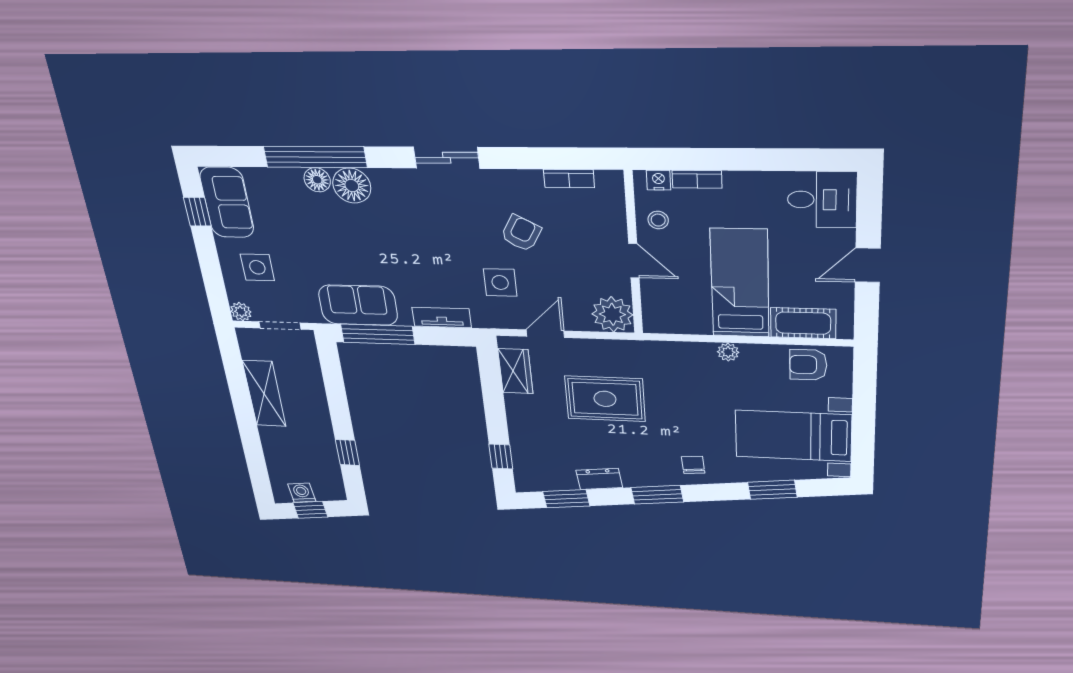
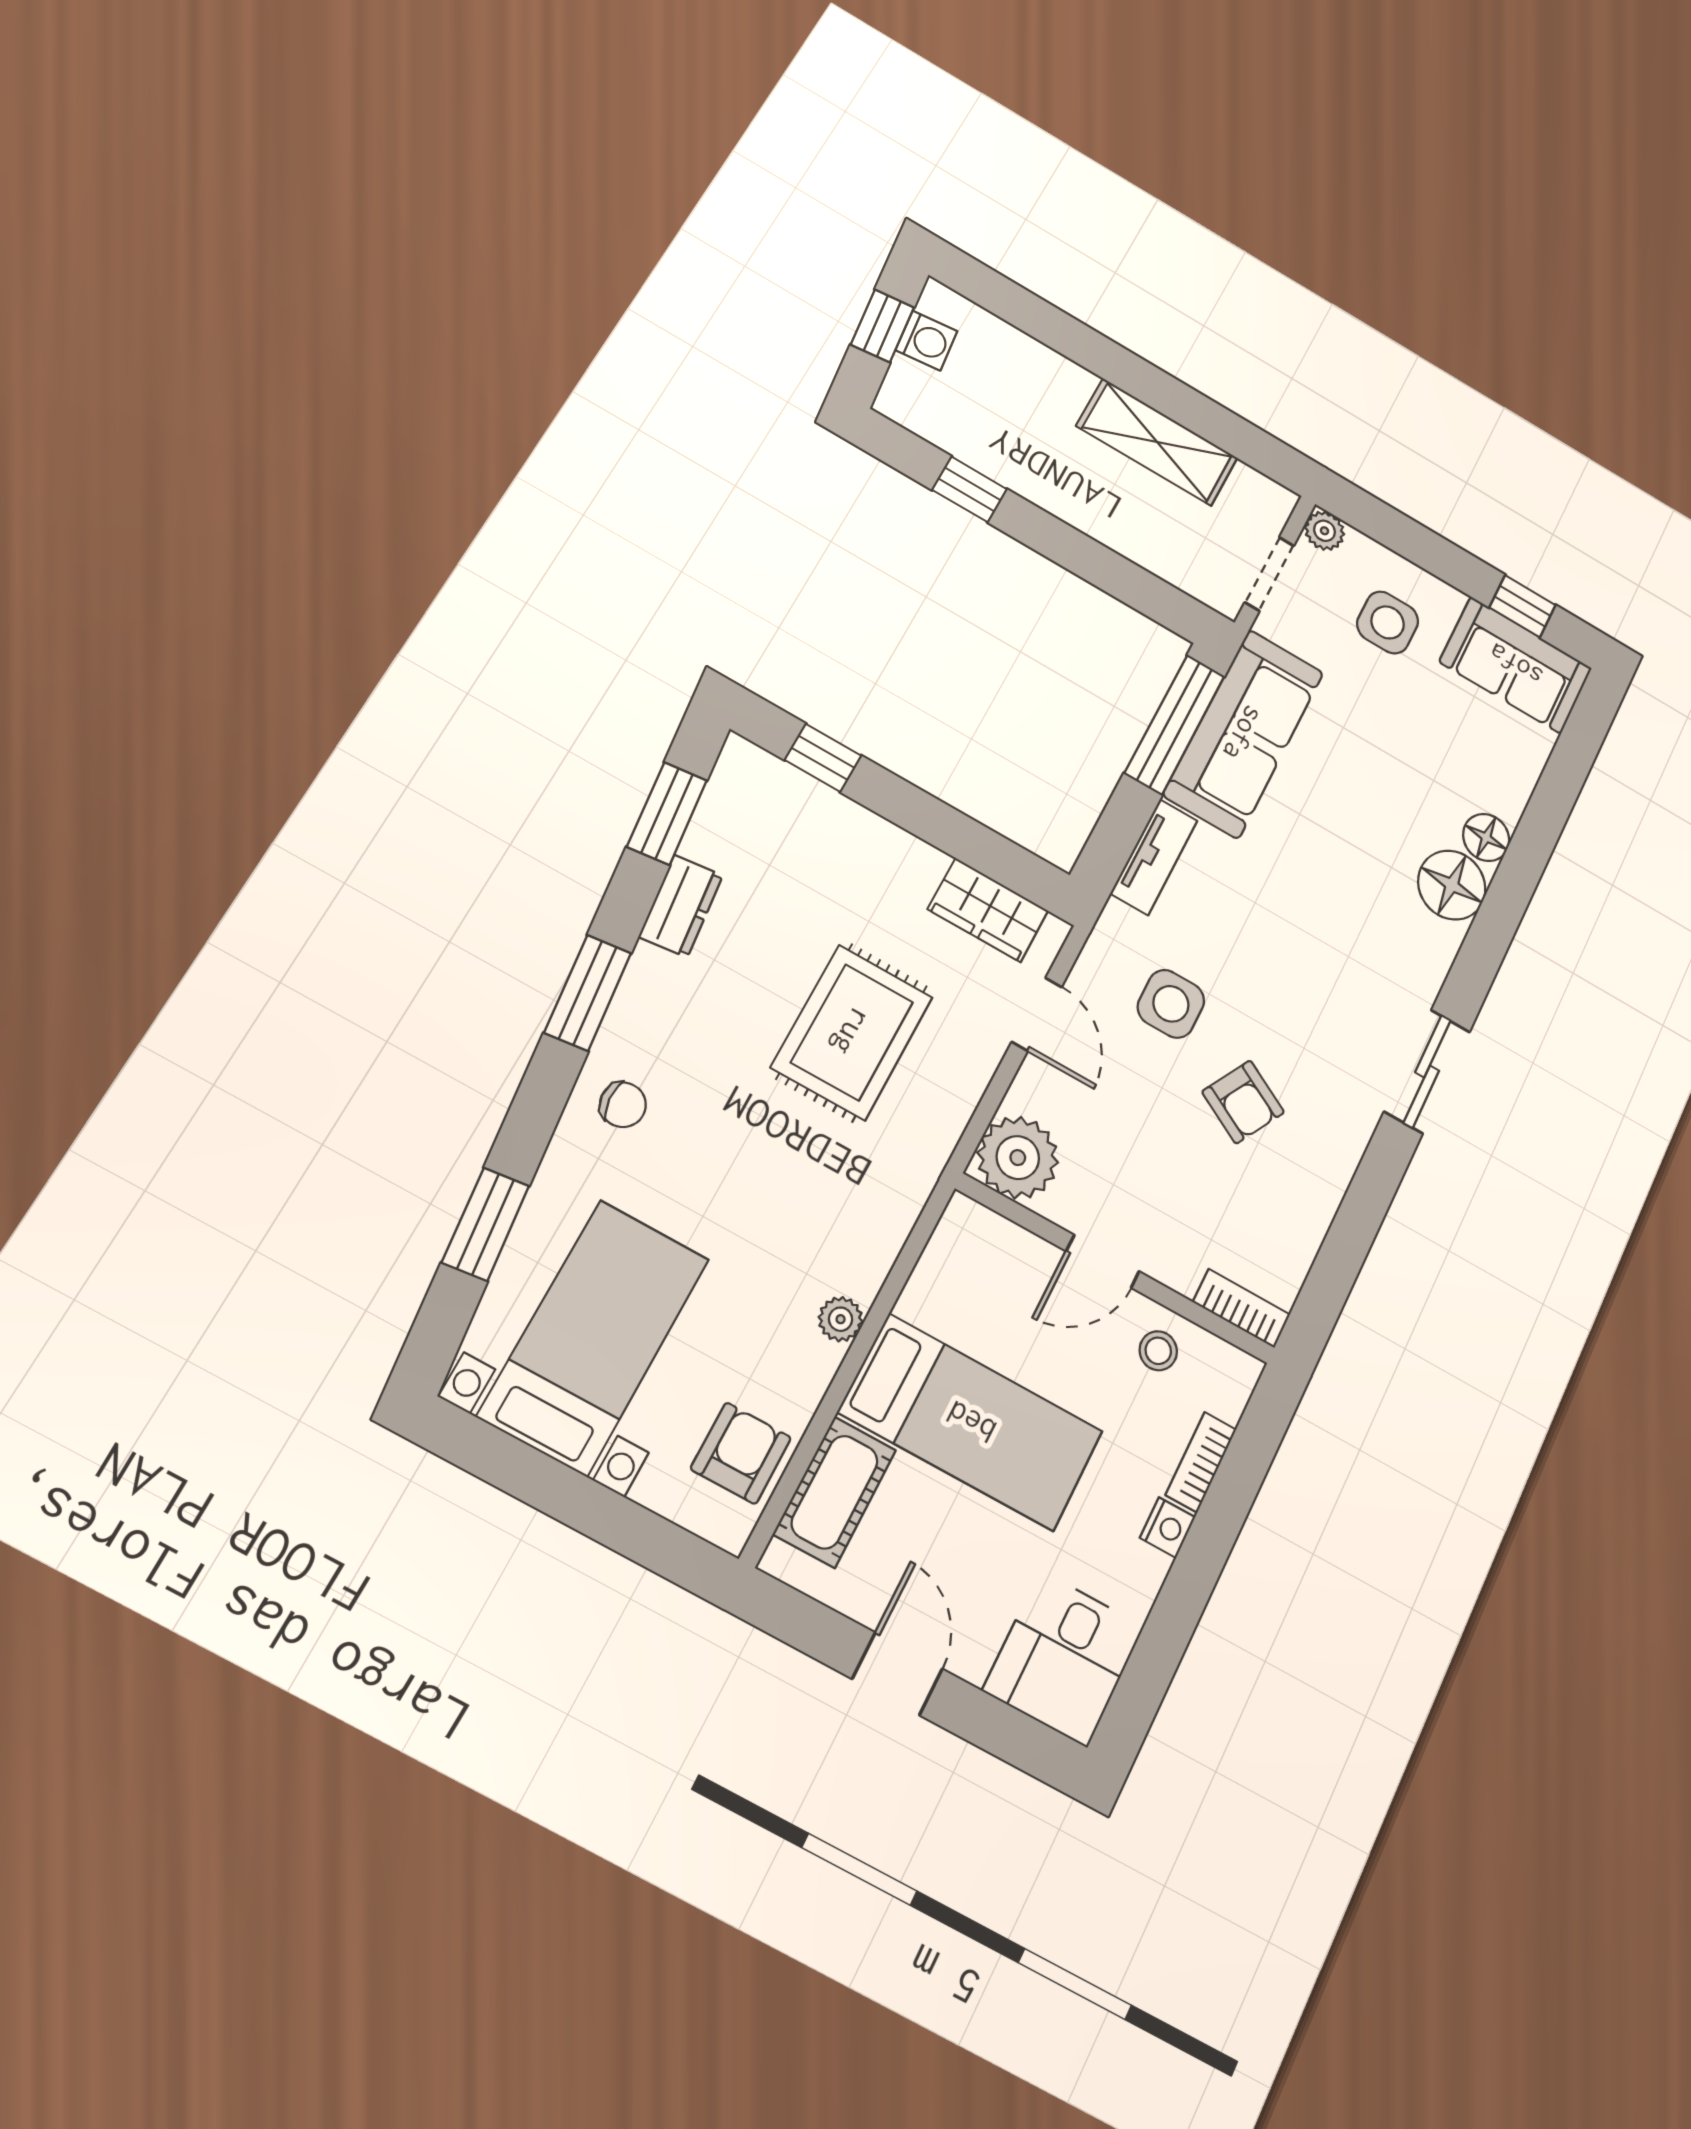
window: (315, 157) -> (1523, 864), removed
bookcase: (569, 179) -> (1241, 1308), moved, turned 90
nightstand: (658, 180) -> (1168, 1527), moved
sofa: (358, 305) -> (1244, 733), width x1.36

